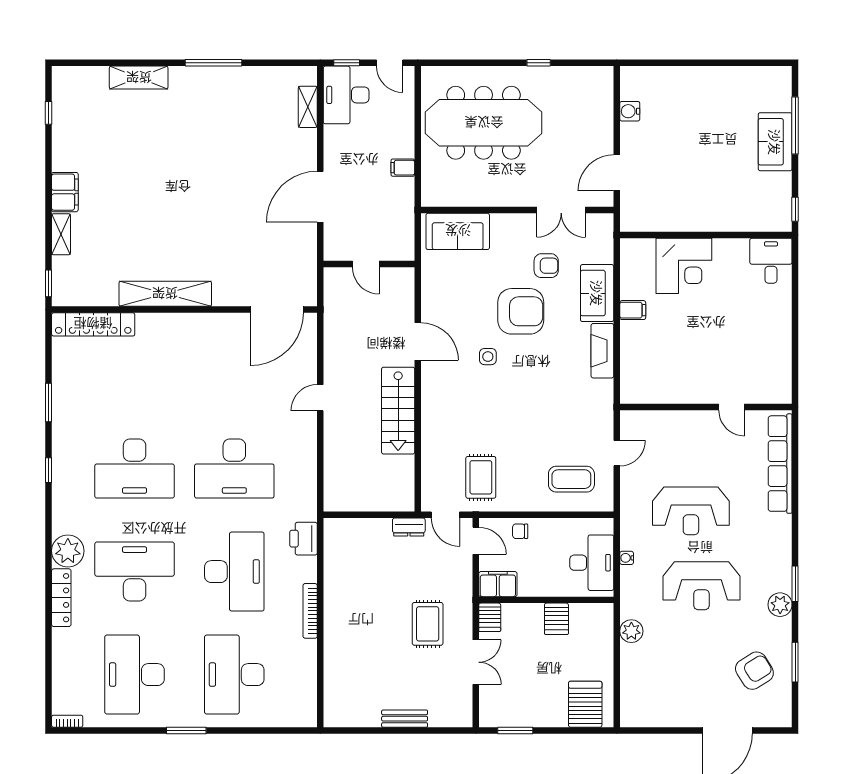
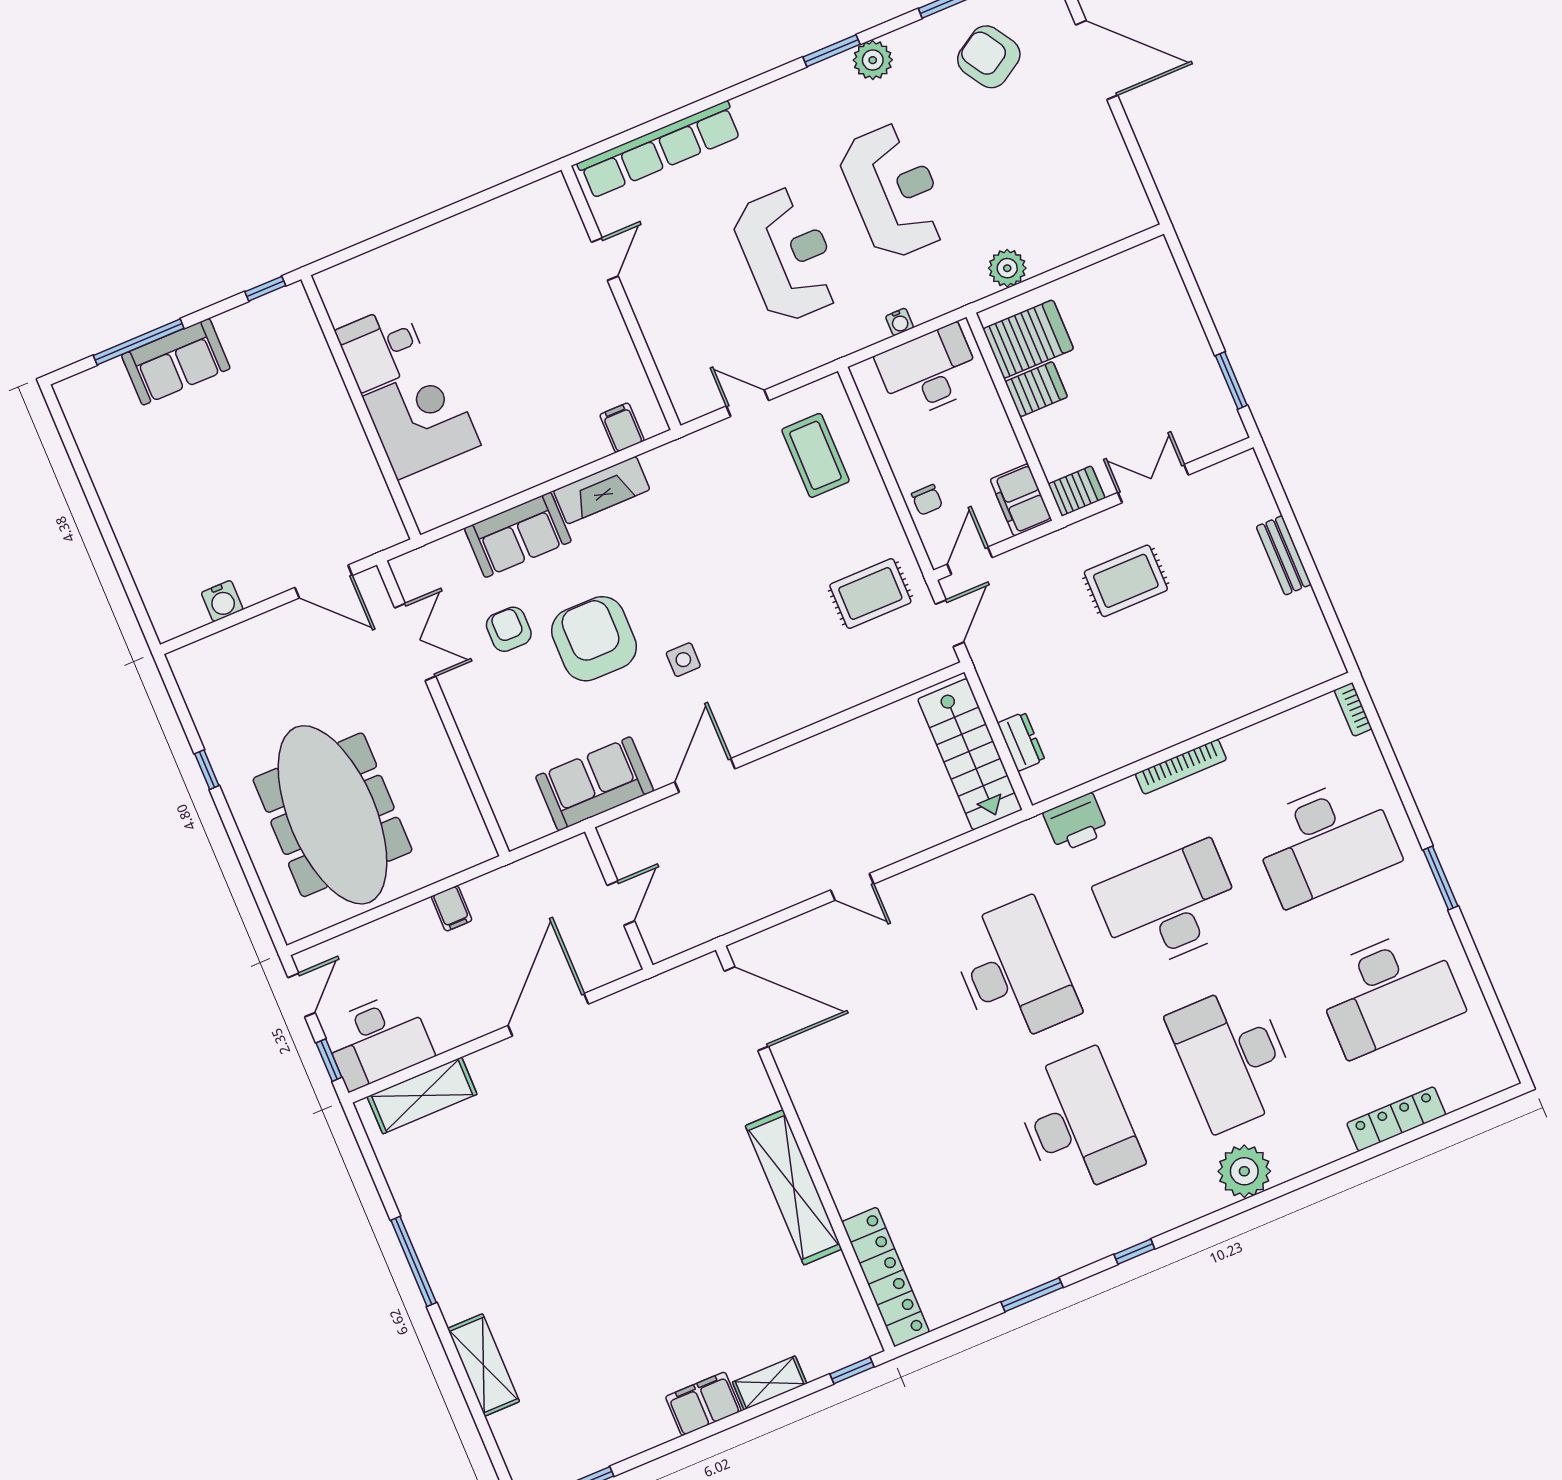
shelving: (308, 107) -> (422, 1095), width x1.50, depth x1.33
door: (320, 197) -> (548, 1015), swing flipped
sofa: (458, 231) -> (595, 784), moved, turned -90
desk: (771, 261) -> (382, 348), moved
filing cabinet: (633, 310) -> (622, 428), moved
stairs: (398, 411) -> (970, 754), moved, turned 90
dresser: (409, 527) -> (1021, 742), moved
locker: (61, 598) -> (1396, 1119), moved
server rack: (585, 704) -> (1028, 339), moved, turned 180
bookcase: (67, 721) -> (1353, 709), moved

